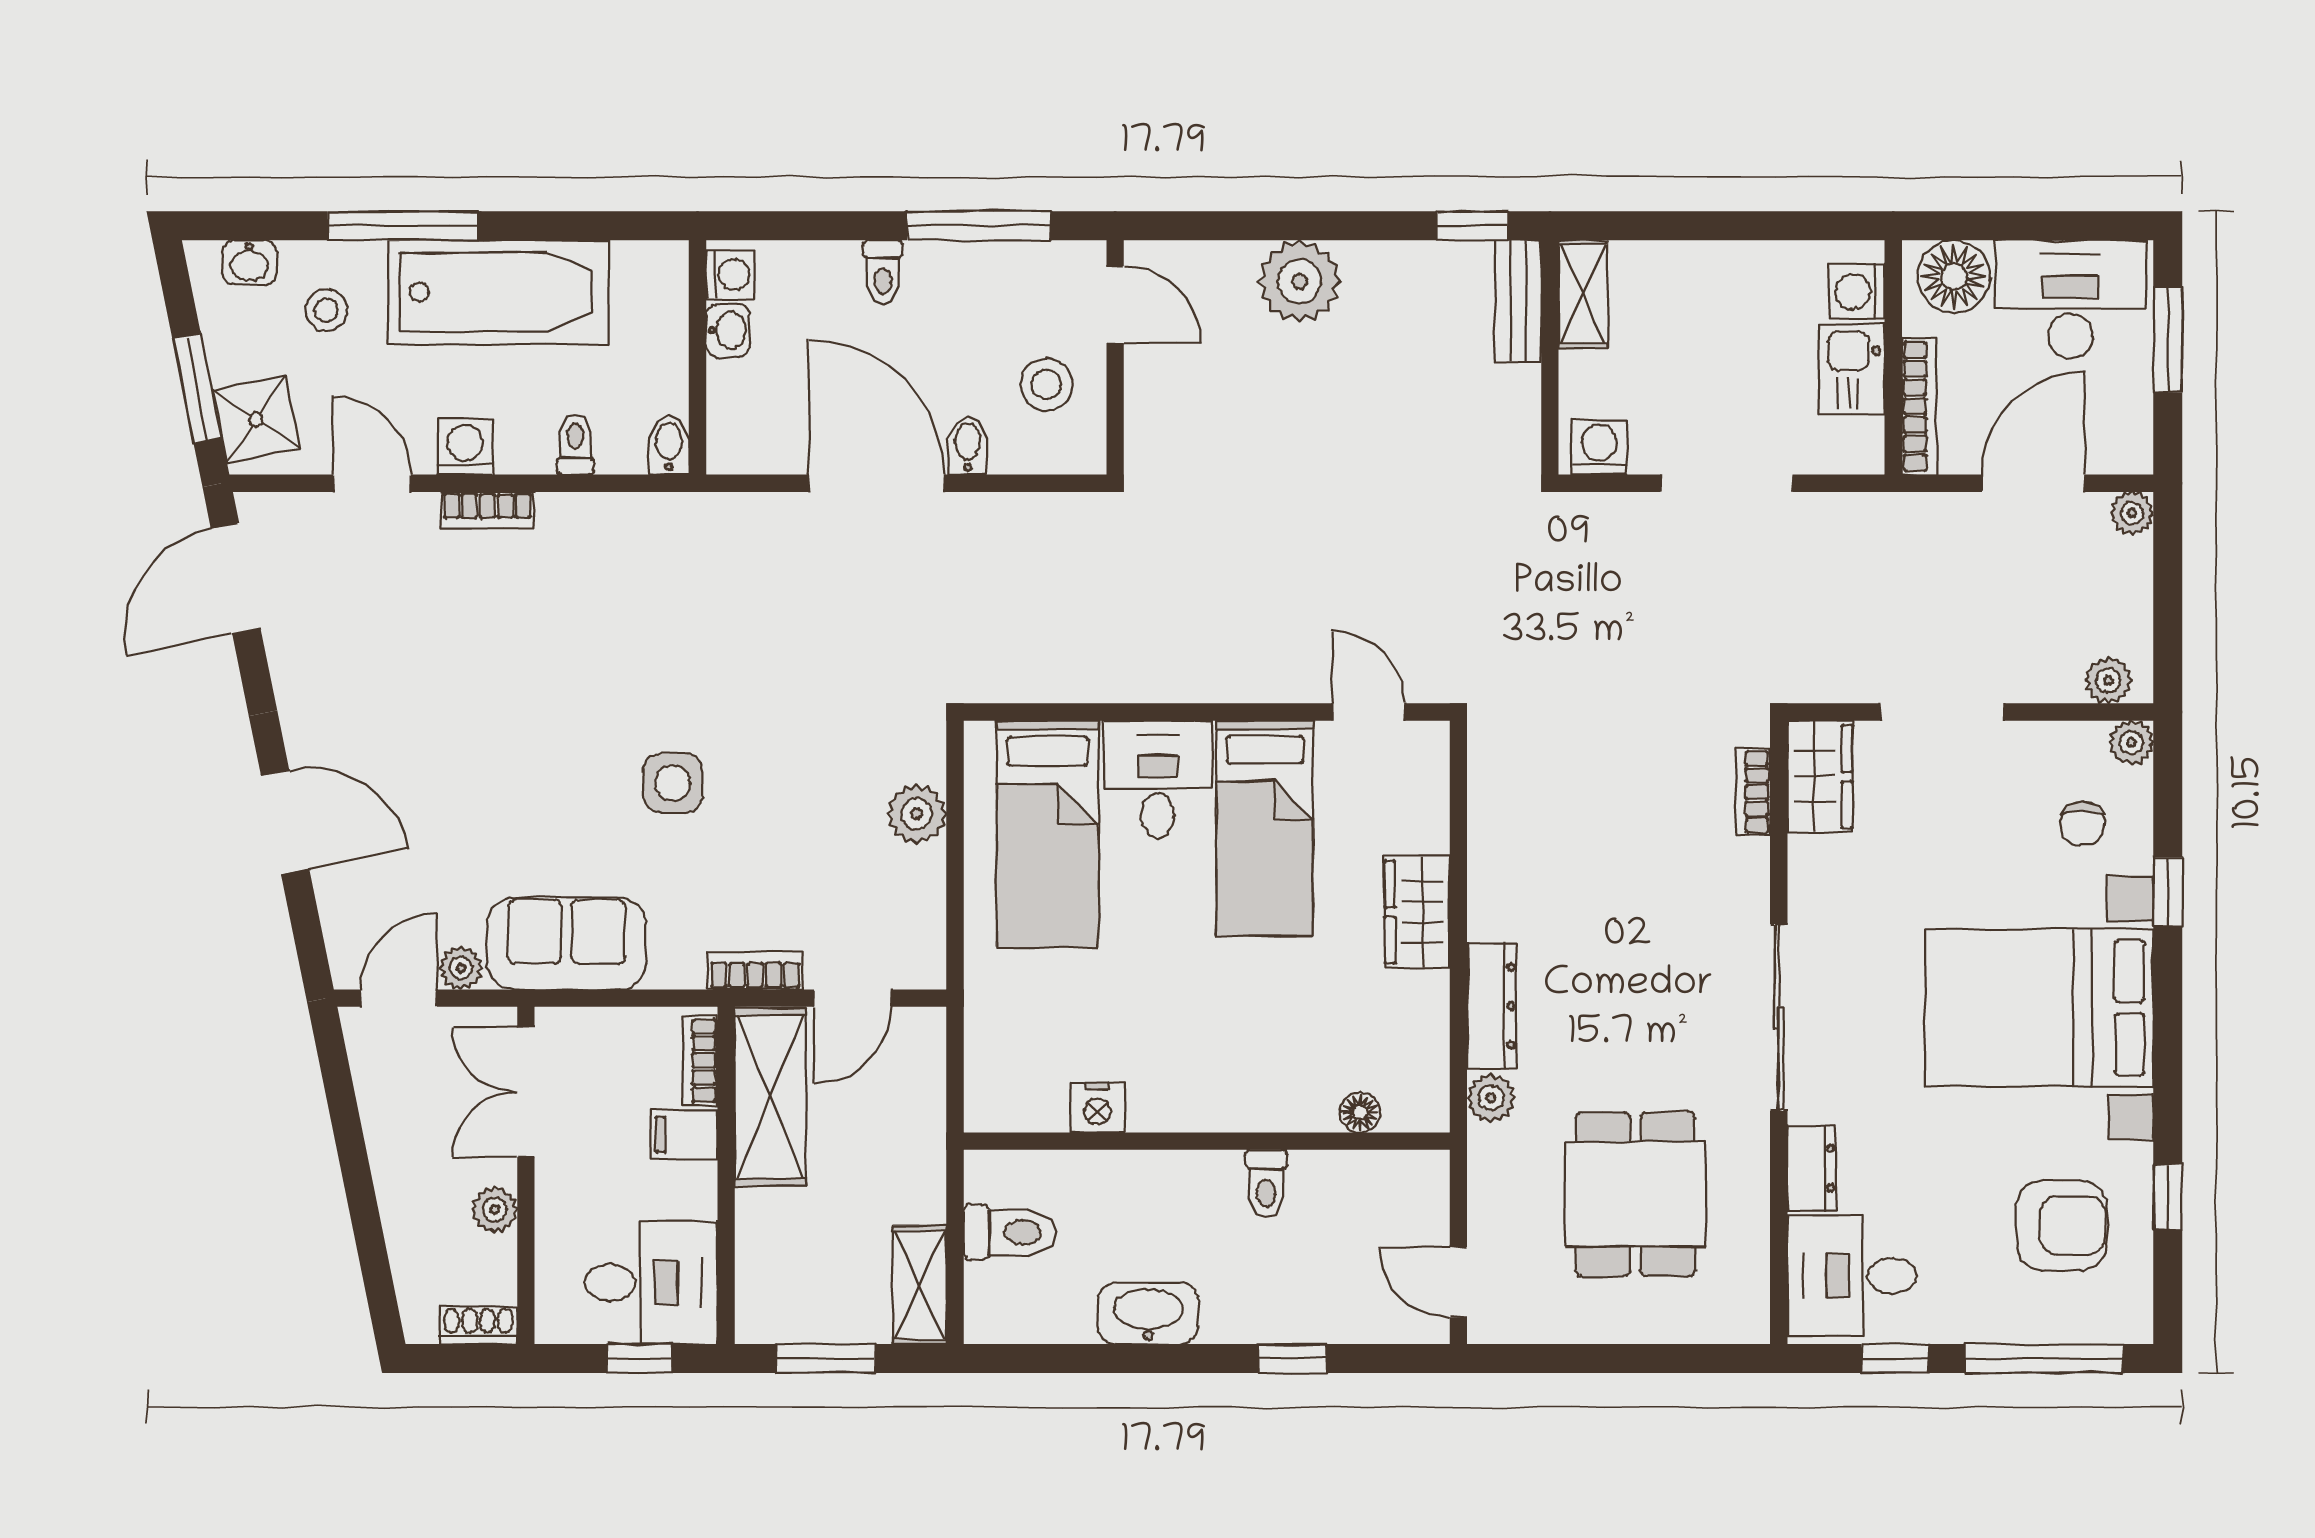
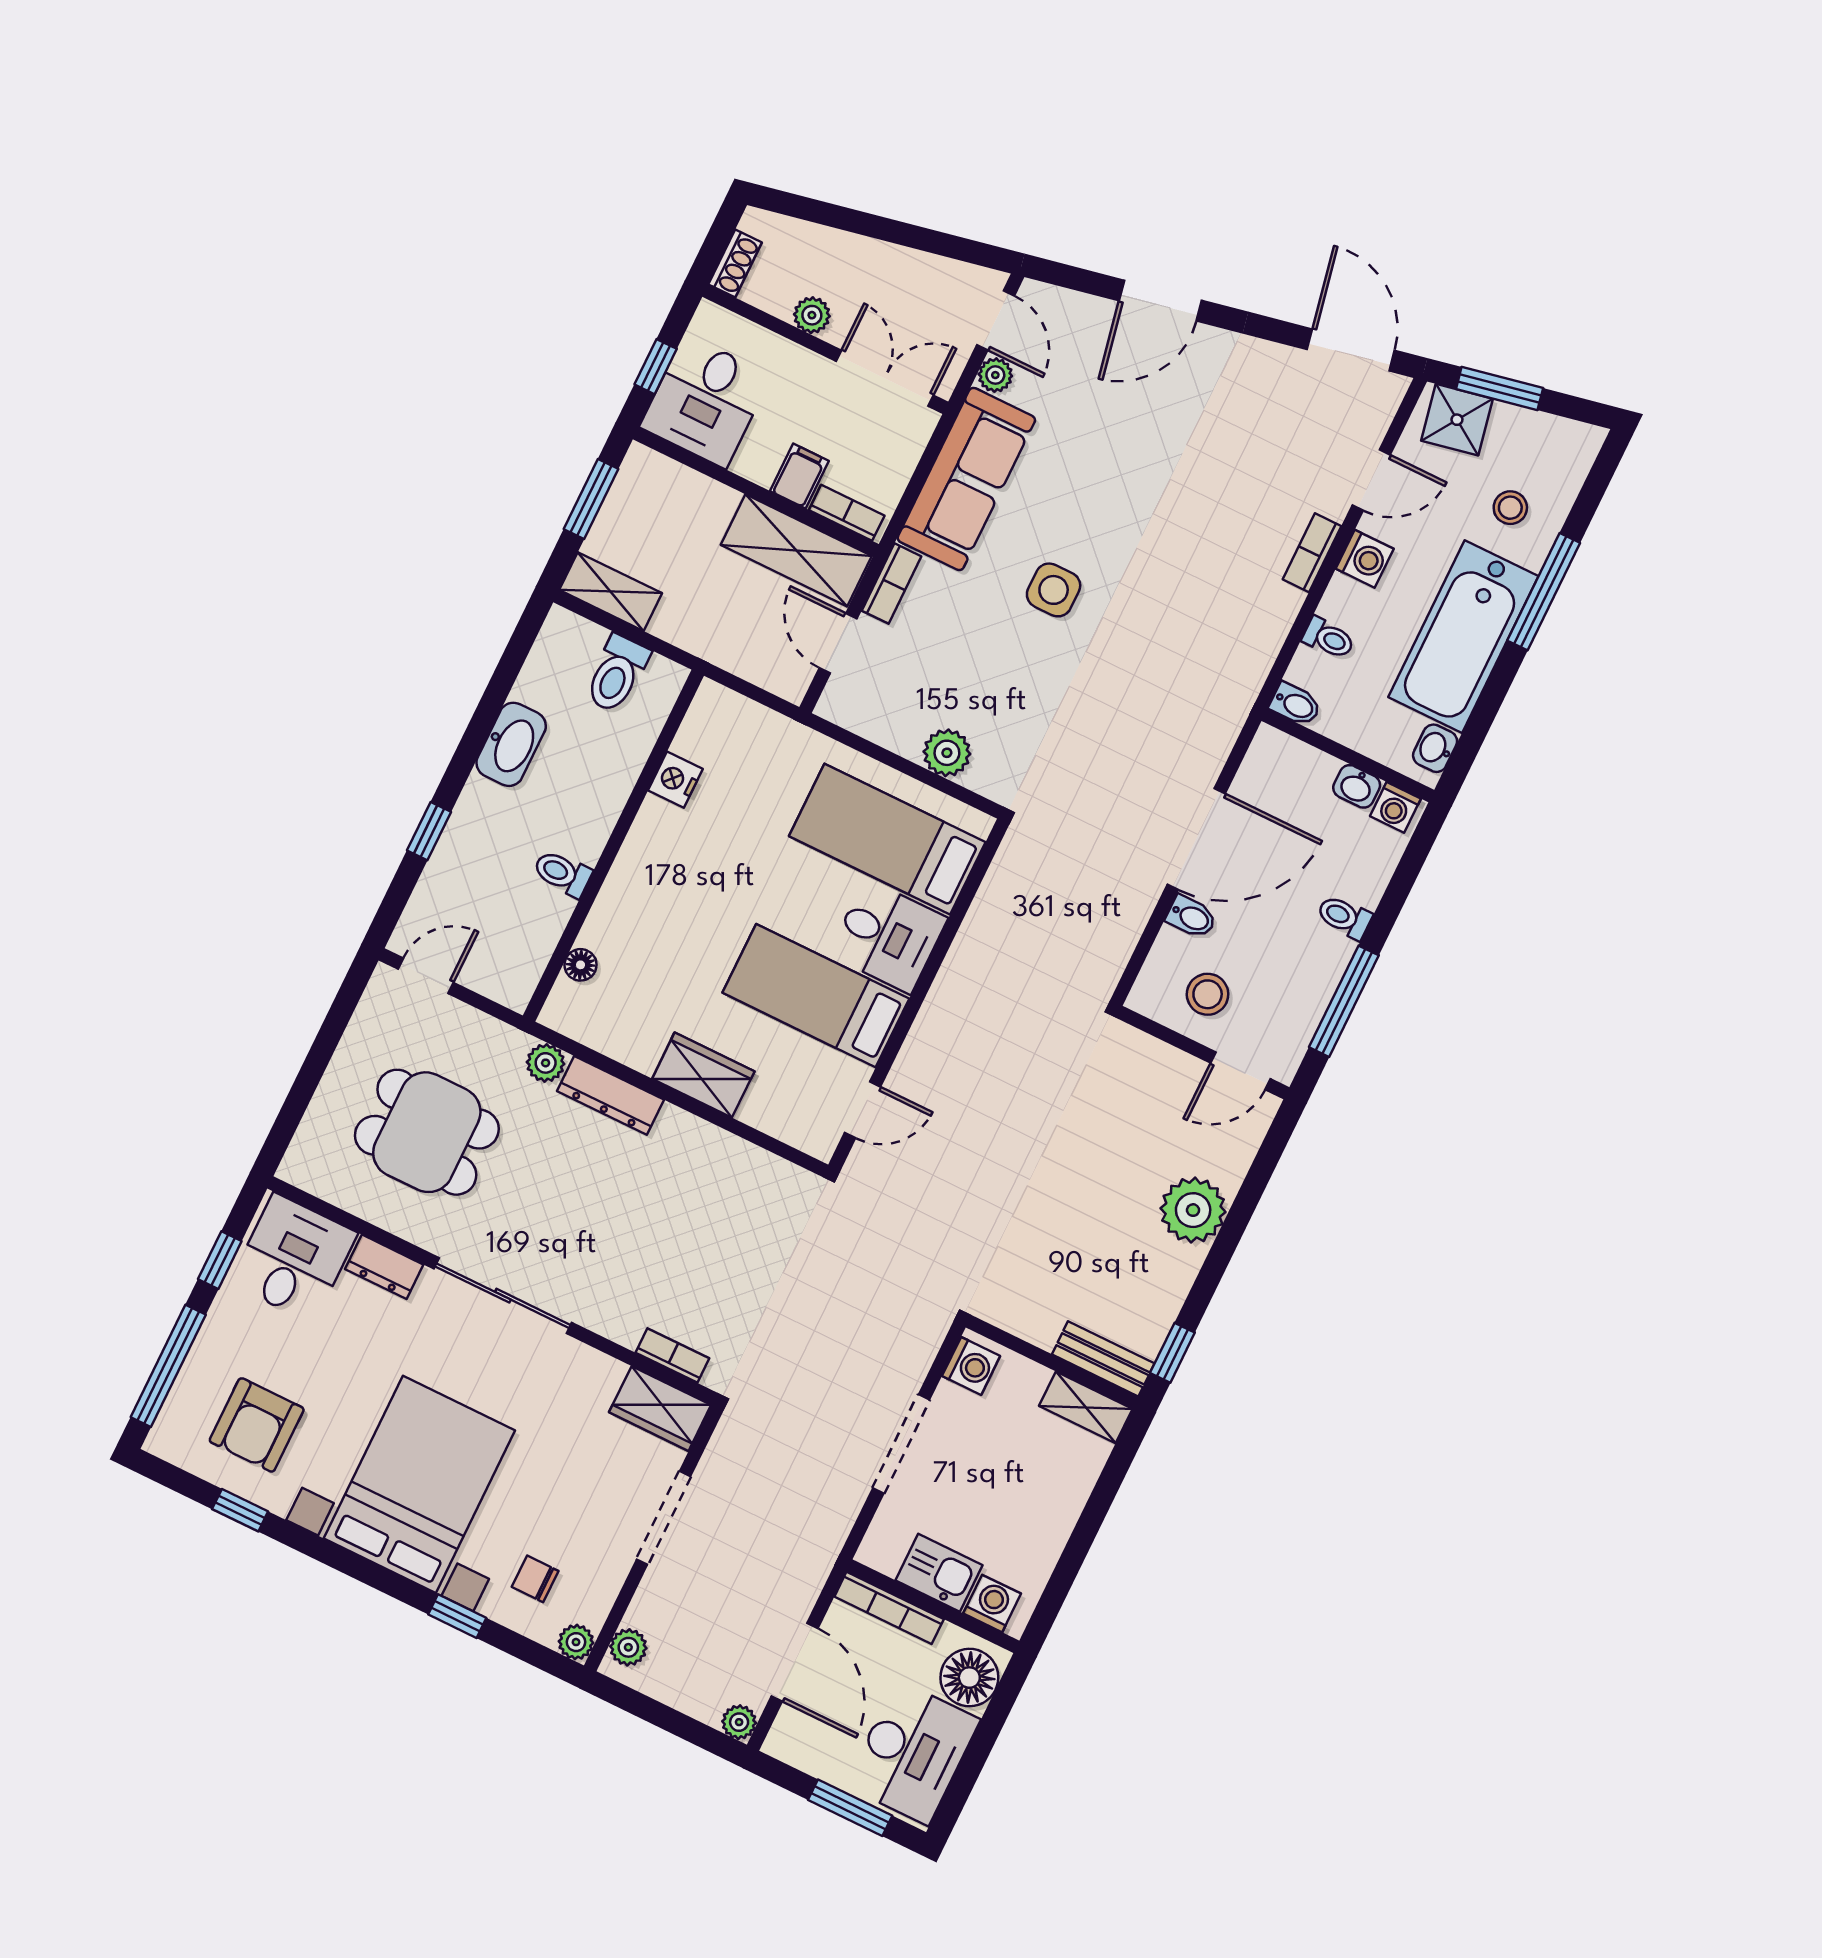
washbasin: (249, 262) -> (1435, 748), moved
sofa: (566, 944) -> (966, 479), width x1.36

